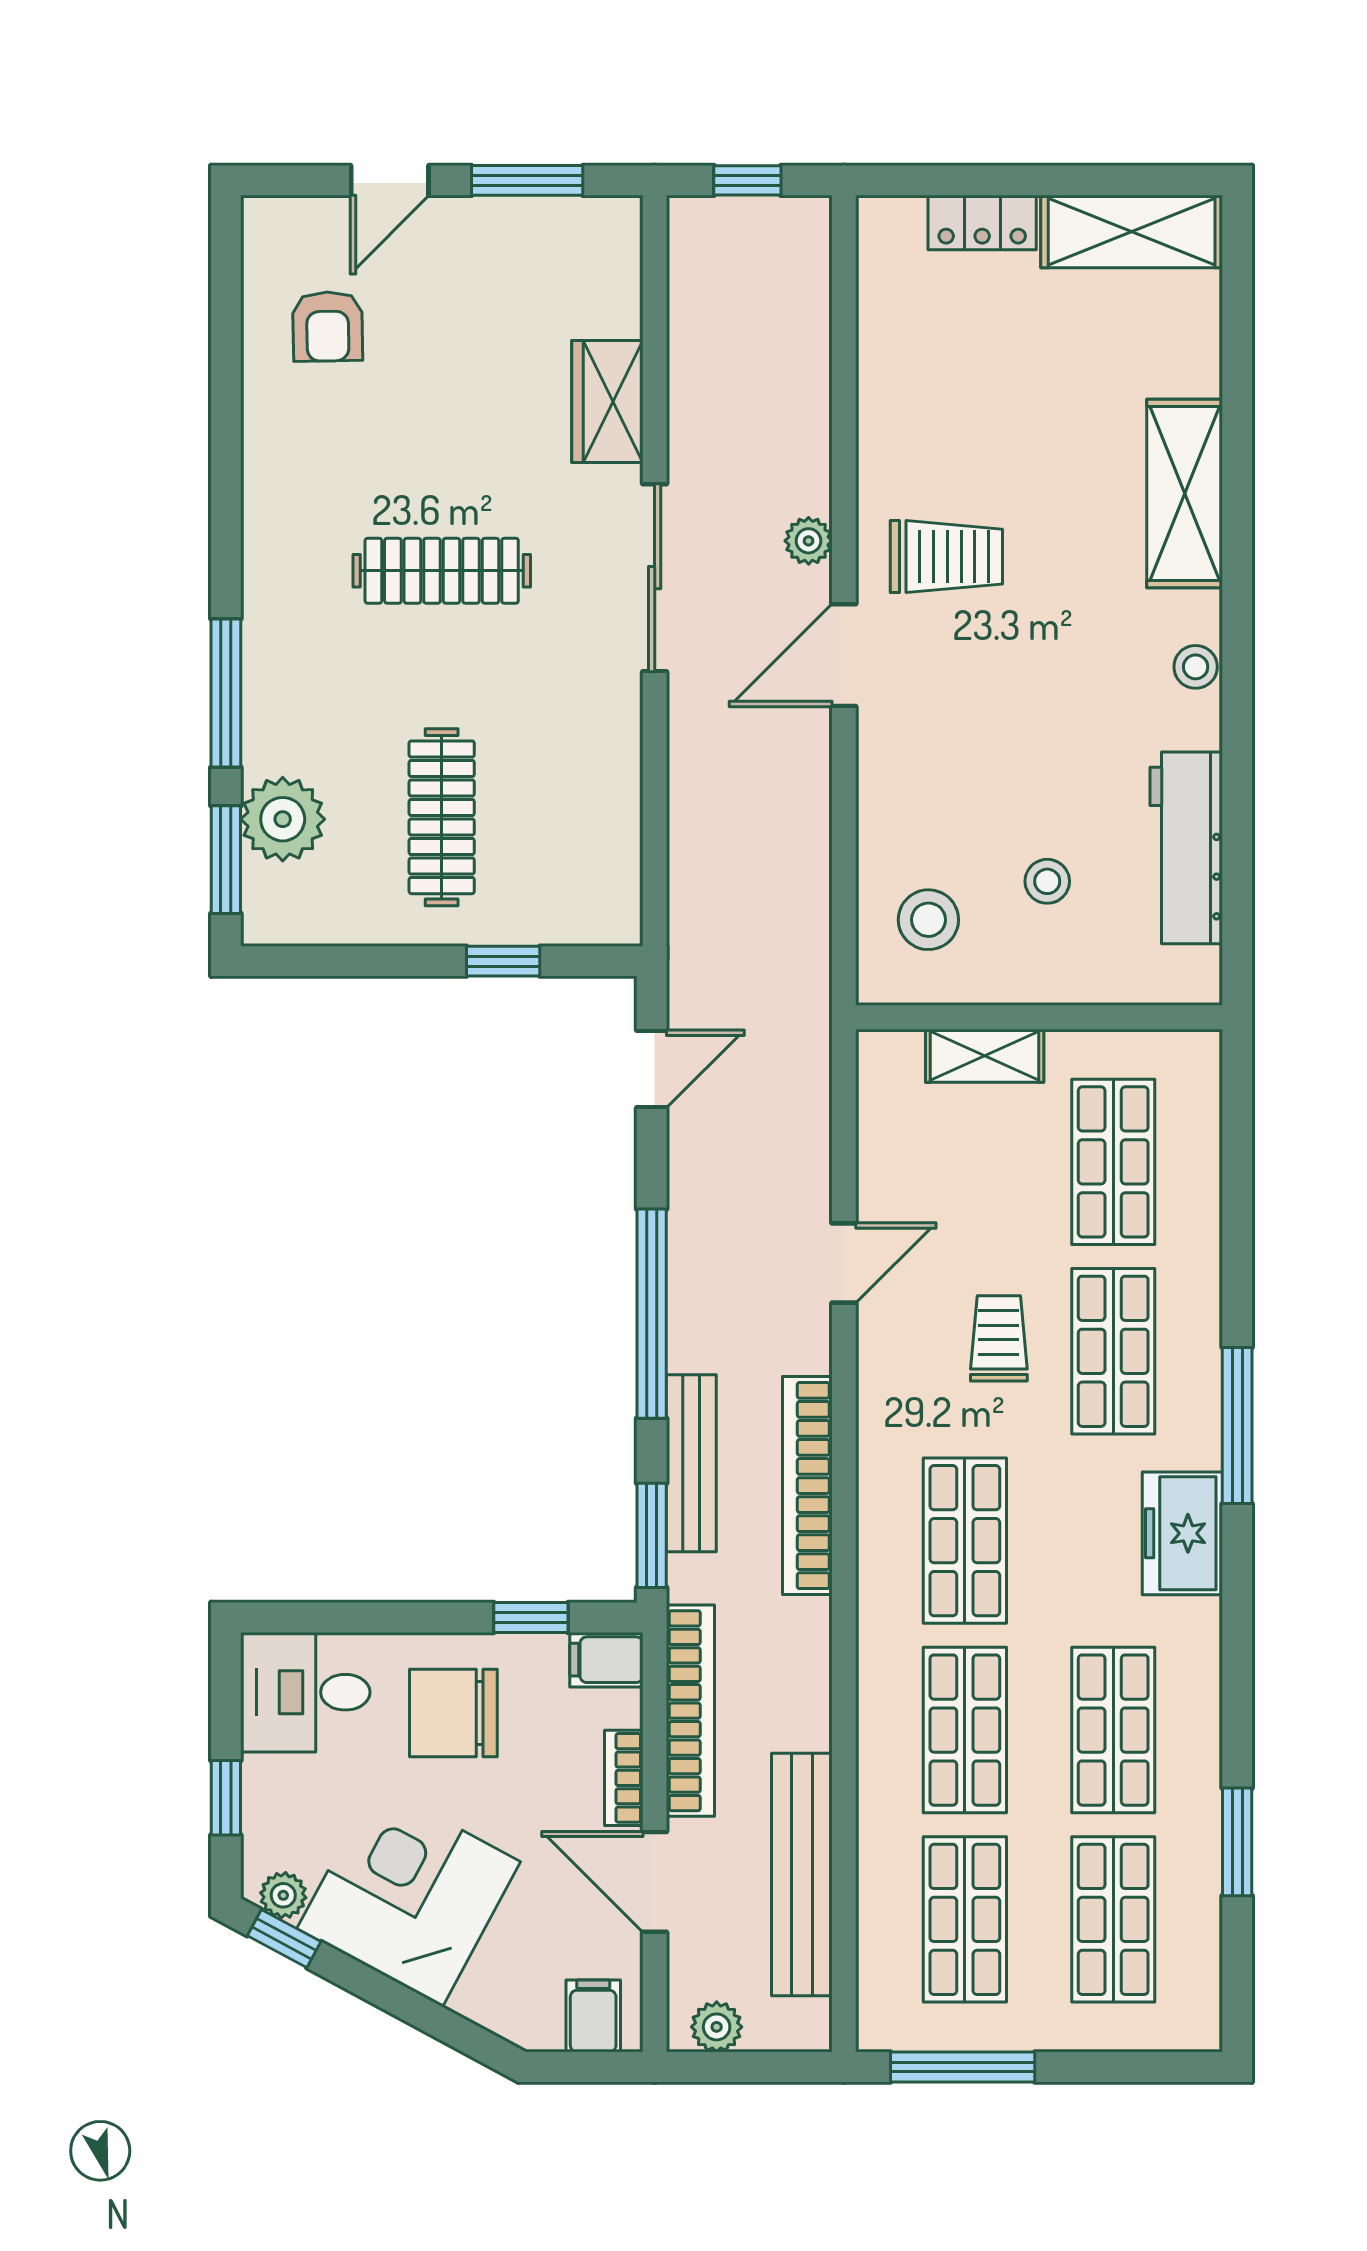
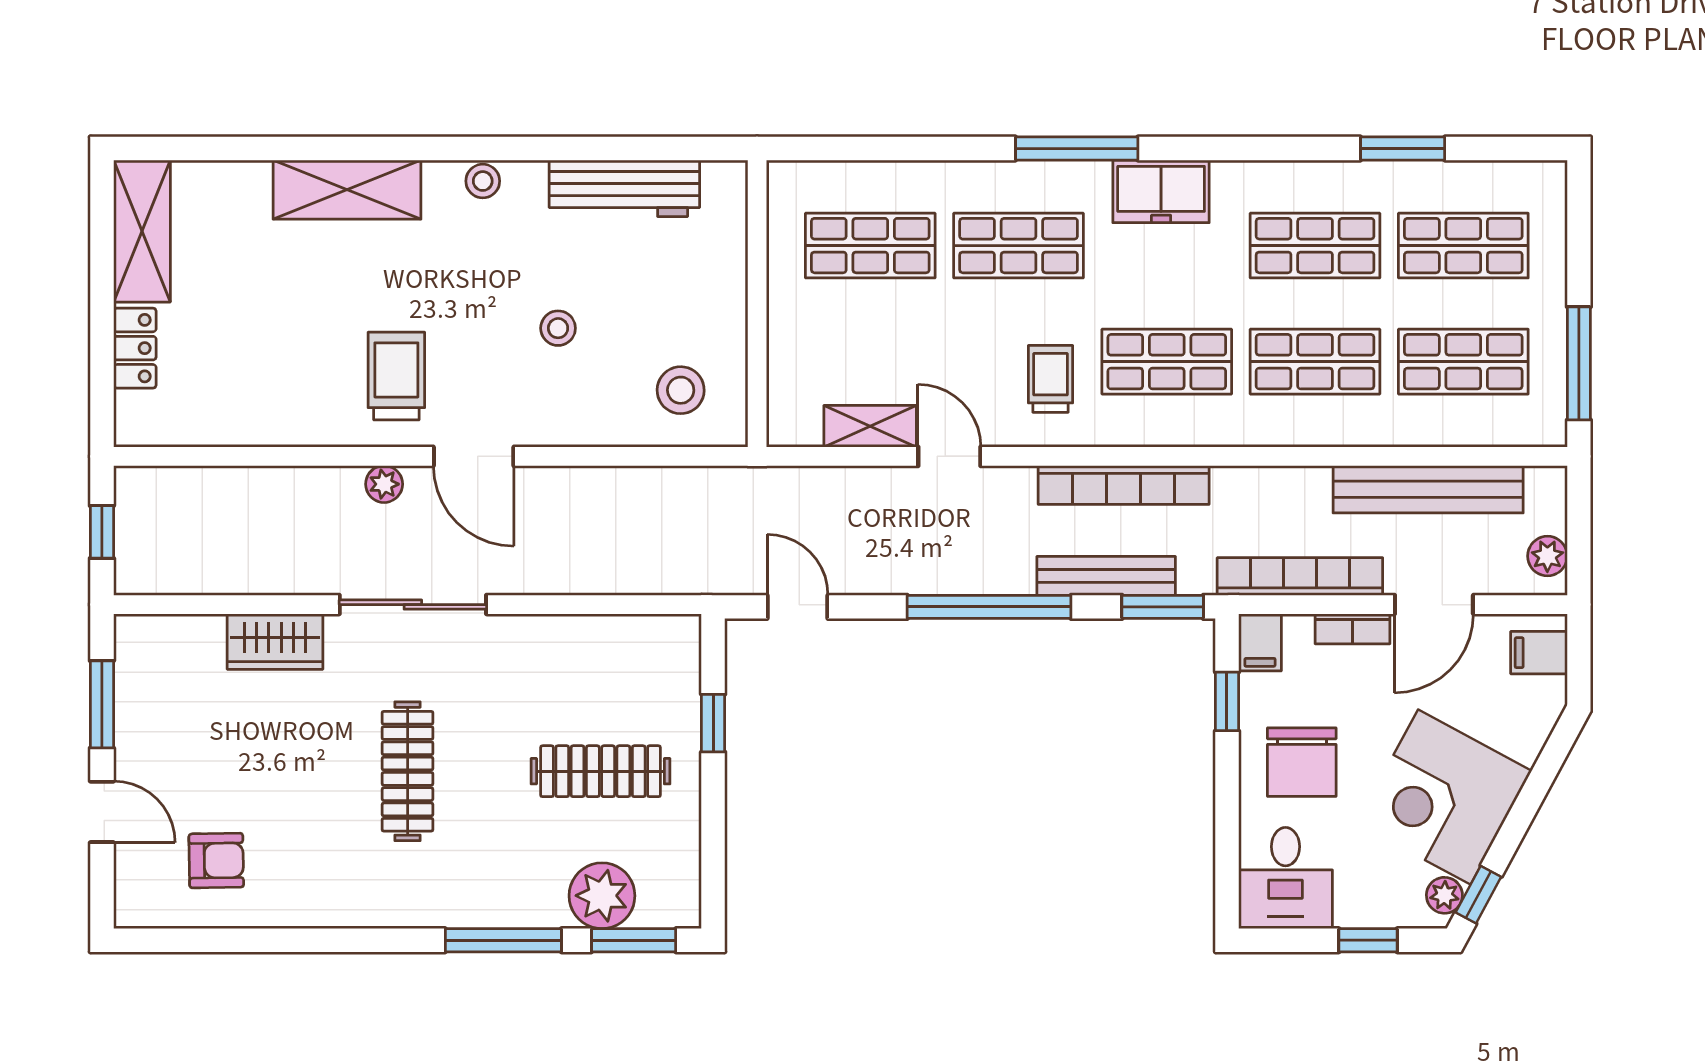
stool: (1047, 881) -> (558, 328), moved
shelving: (985, 1056) -> (870, 426), moved, turned 90
trolley: (999, 1338) -> (1051, 379), moved, turned 90

